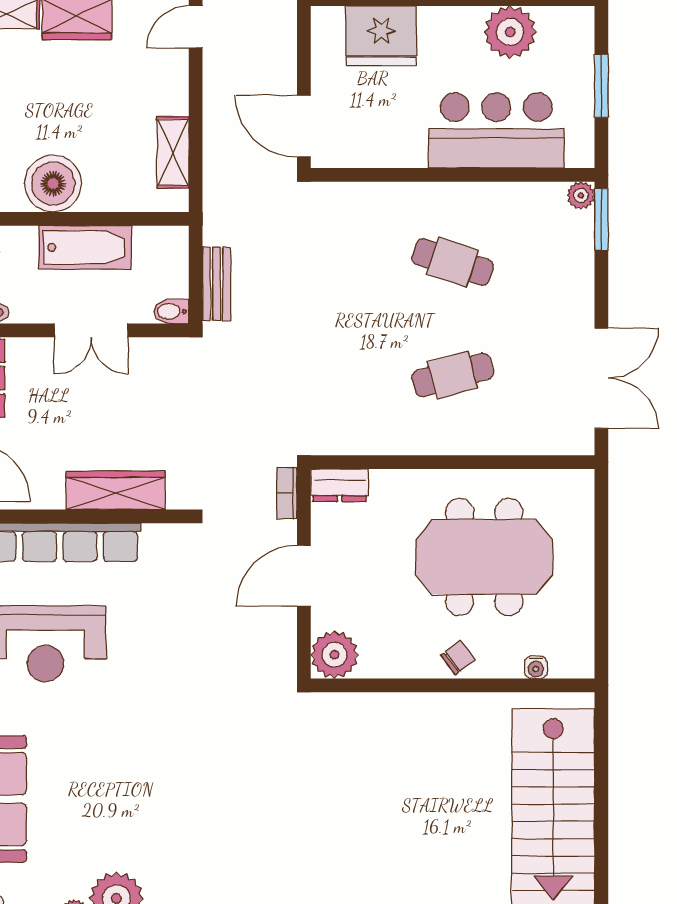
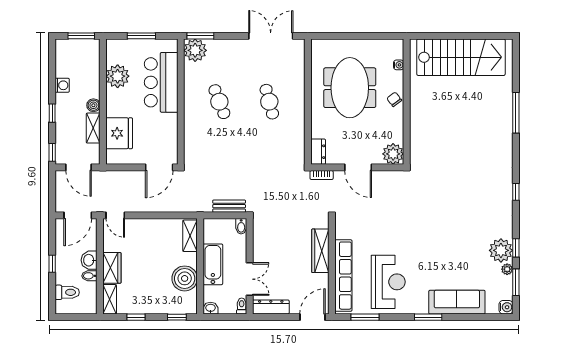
shelving: (173, 152) -> (190, 236), moved, turned 90
plant: (581, 195) -> (195, 50), width x1.88, depth x1.88
cafe table: (453, 262) -> (219, 102), turned -39
double door: (91, 330) -> (250, 279), moved

